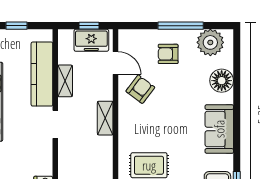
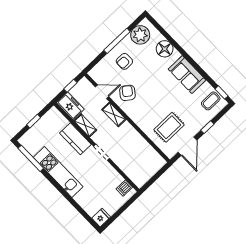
freezer: (91, 40) -> (70, 106), moved, turned -90
kitchen counter: (42, 74) -> (75, 139), width x0.67
shelving: (105, 118) -> (114, 114), moved

